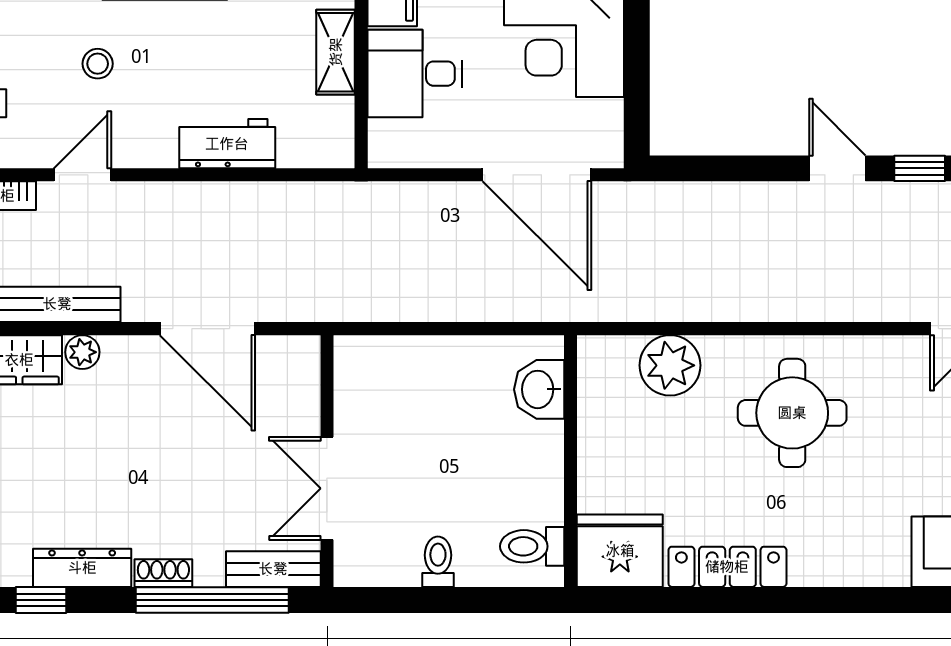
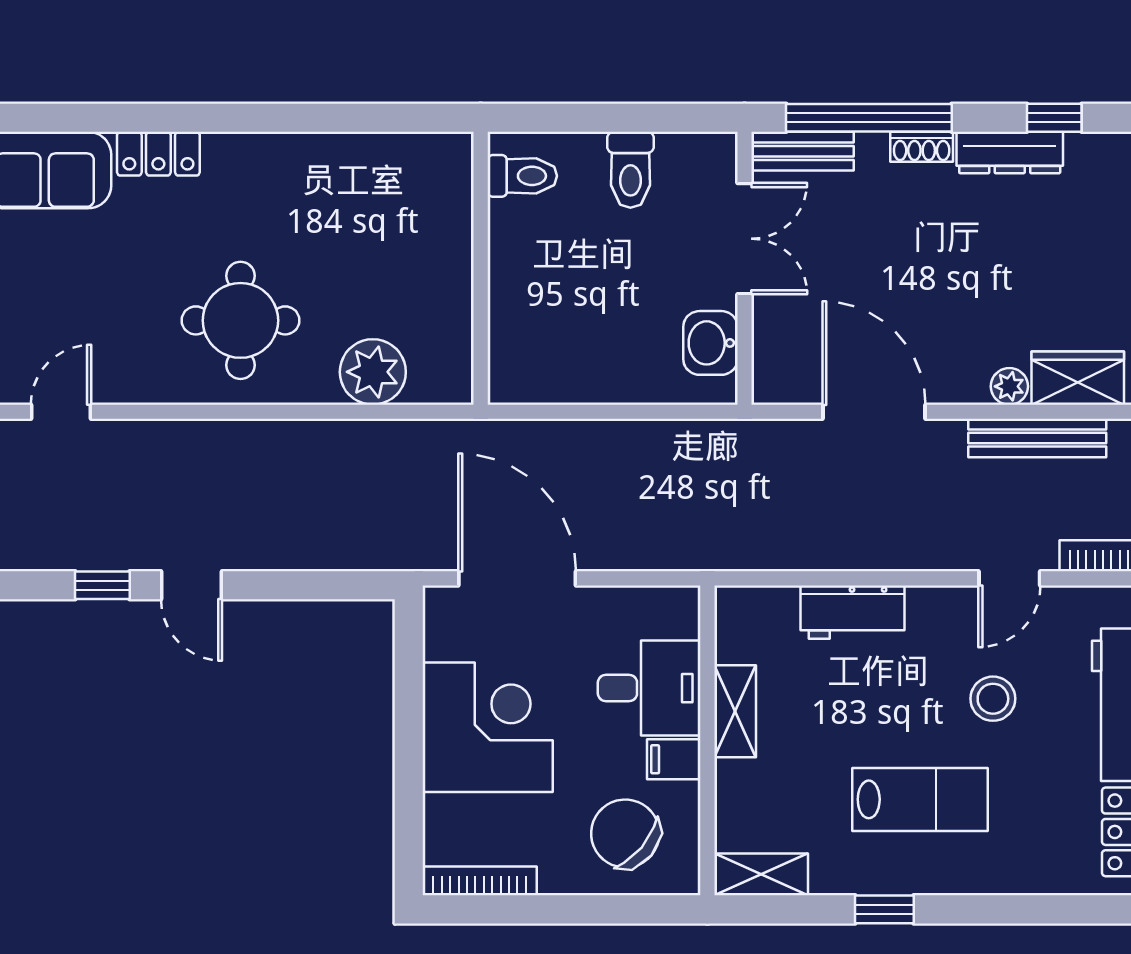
stool: (98, 64) -> (993, 699), width x1.37, depth x1.37
washbasin: (539, 389) -> (710, 343), moved, turned 180
fridge: (620, 551) -> (427, 171), removed
toilet: (438, 562) -> (630, 170), width x1.37, depth x1.39
locker: (727, 567) -> (158, 154), moved, width x0.66

